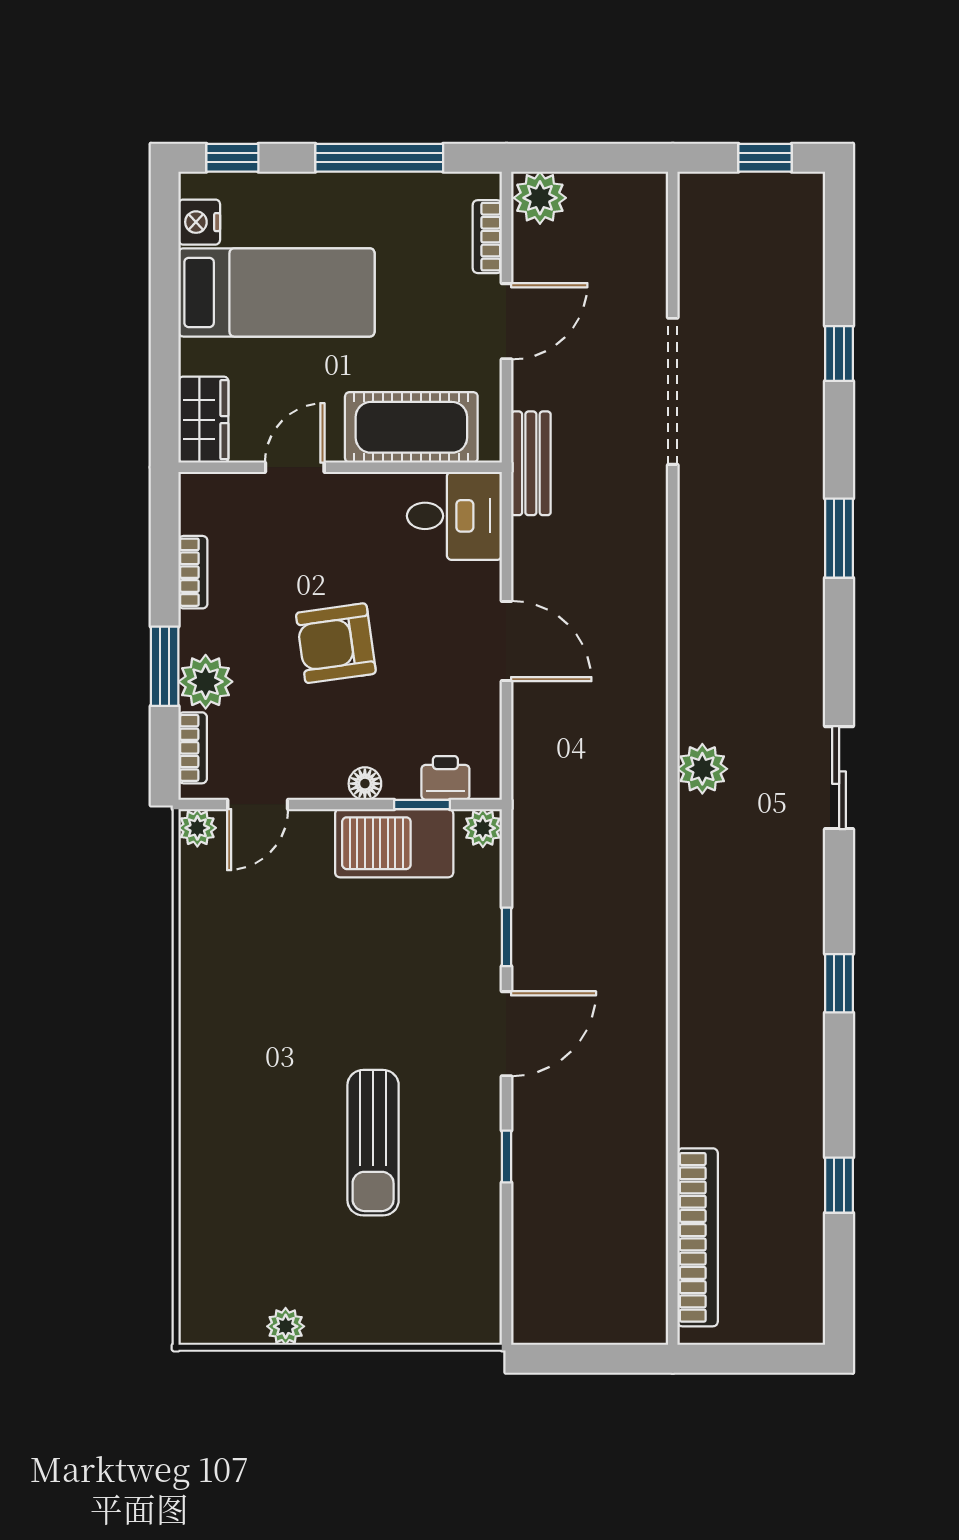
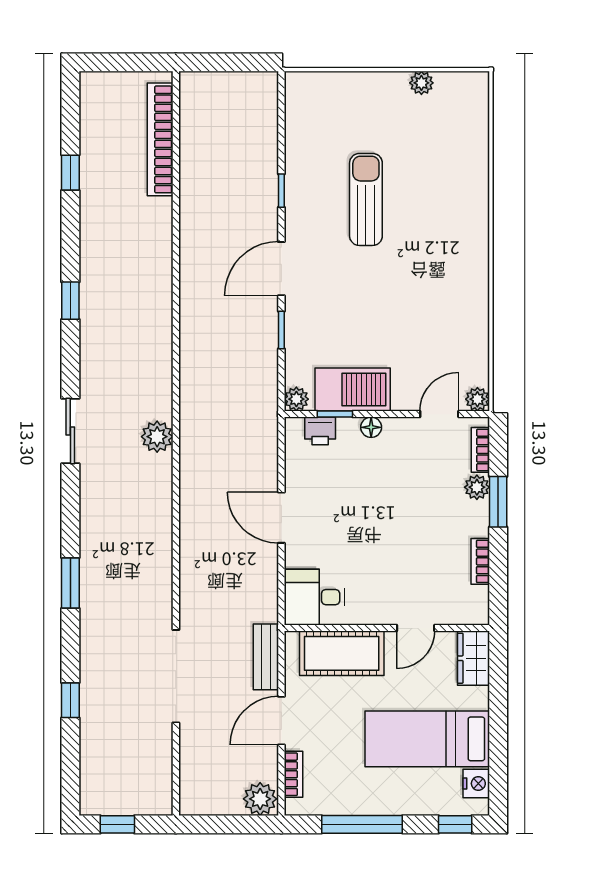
bench: (531, 463) -> (266, 657), moved
armchair: (336, 643) -> (390, 516), removed
plant: (206, 682) -> (477, 487), width x0.73, depth x0.73

